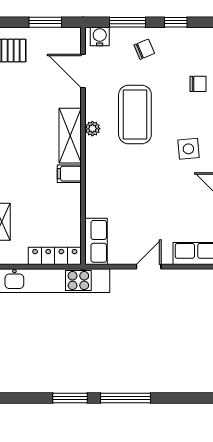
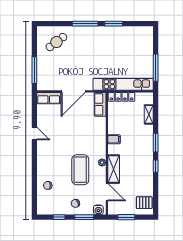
shelving: (70, 136) -> (114, 169), moved
side table: (188, 149) -> (53, 152), removed
door: (149, 267) -> (73, 91), width x1.87
cafe table: (181, 362) -> (56, 42), added

